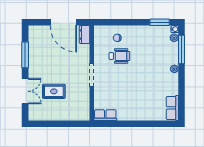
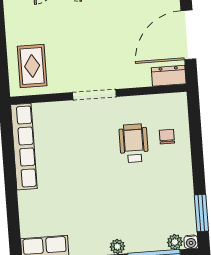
wheelchair: (119, 56) -> (134, 143), turned 180
rug: (54, 91) -> (32, 66), moved
row of seats: (105, 115) -> (24, 147), width x2.02

